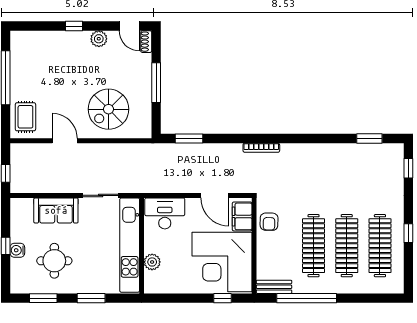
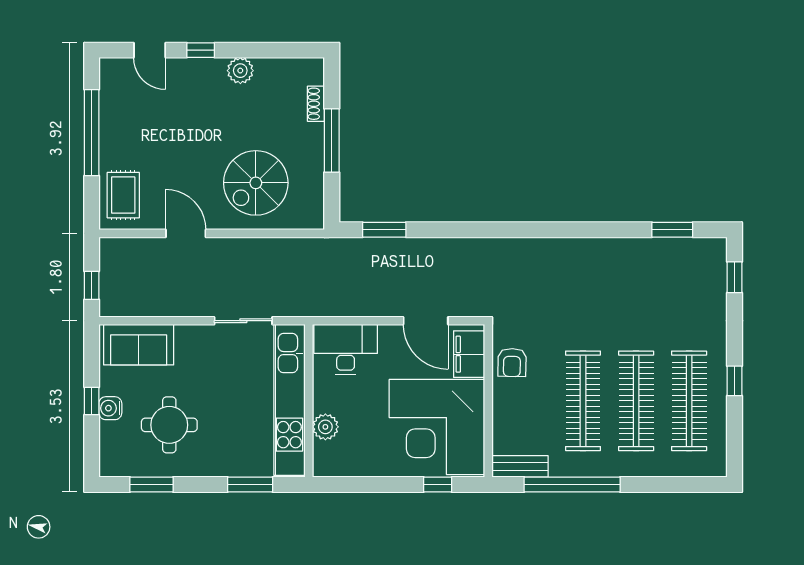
door: (129, 26) -> (150, 50), moved
shoe rack: (146, 42) -> (316, 104), moved
bookcase: (261, 148) -> (500, 244), removed
sofa: (56, 210) -> (139, 345), moved
window: (91, 298) -> (250, 484), moved

